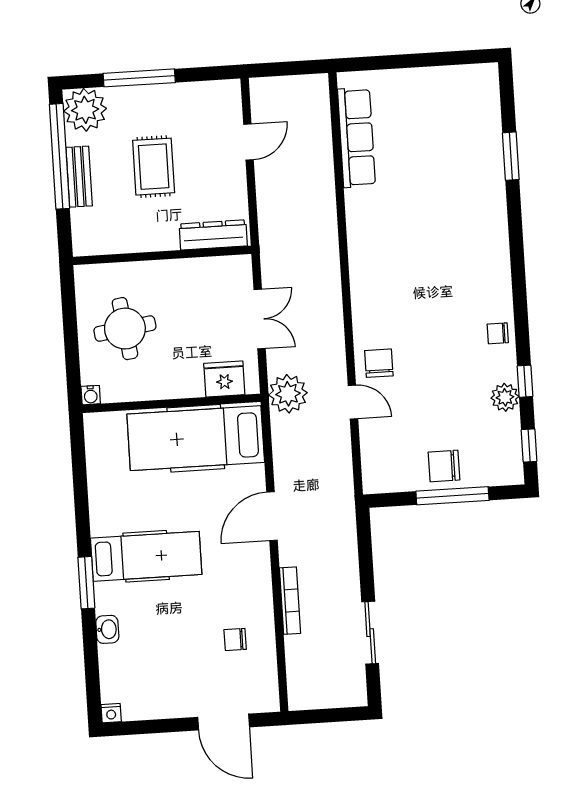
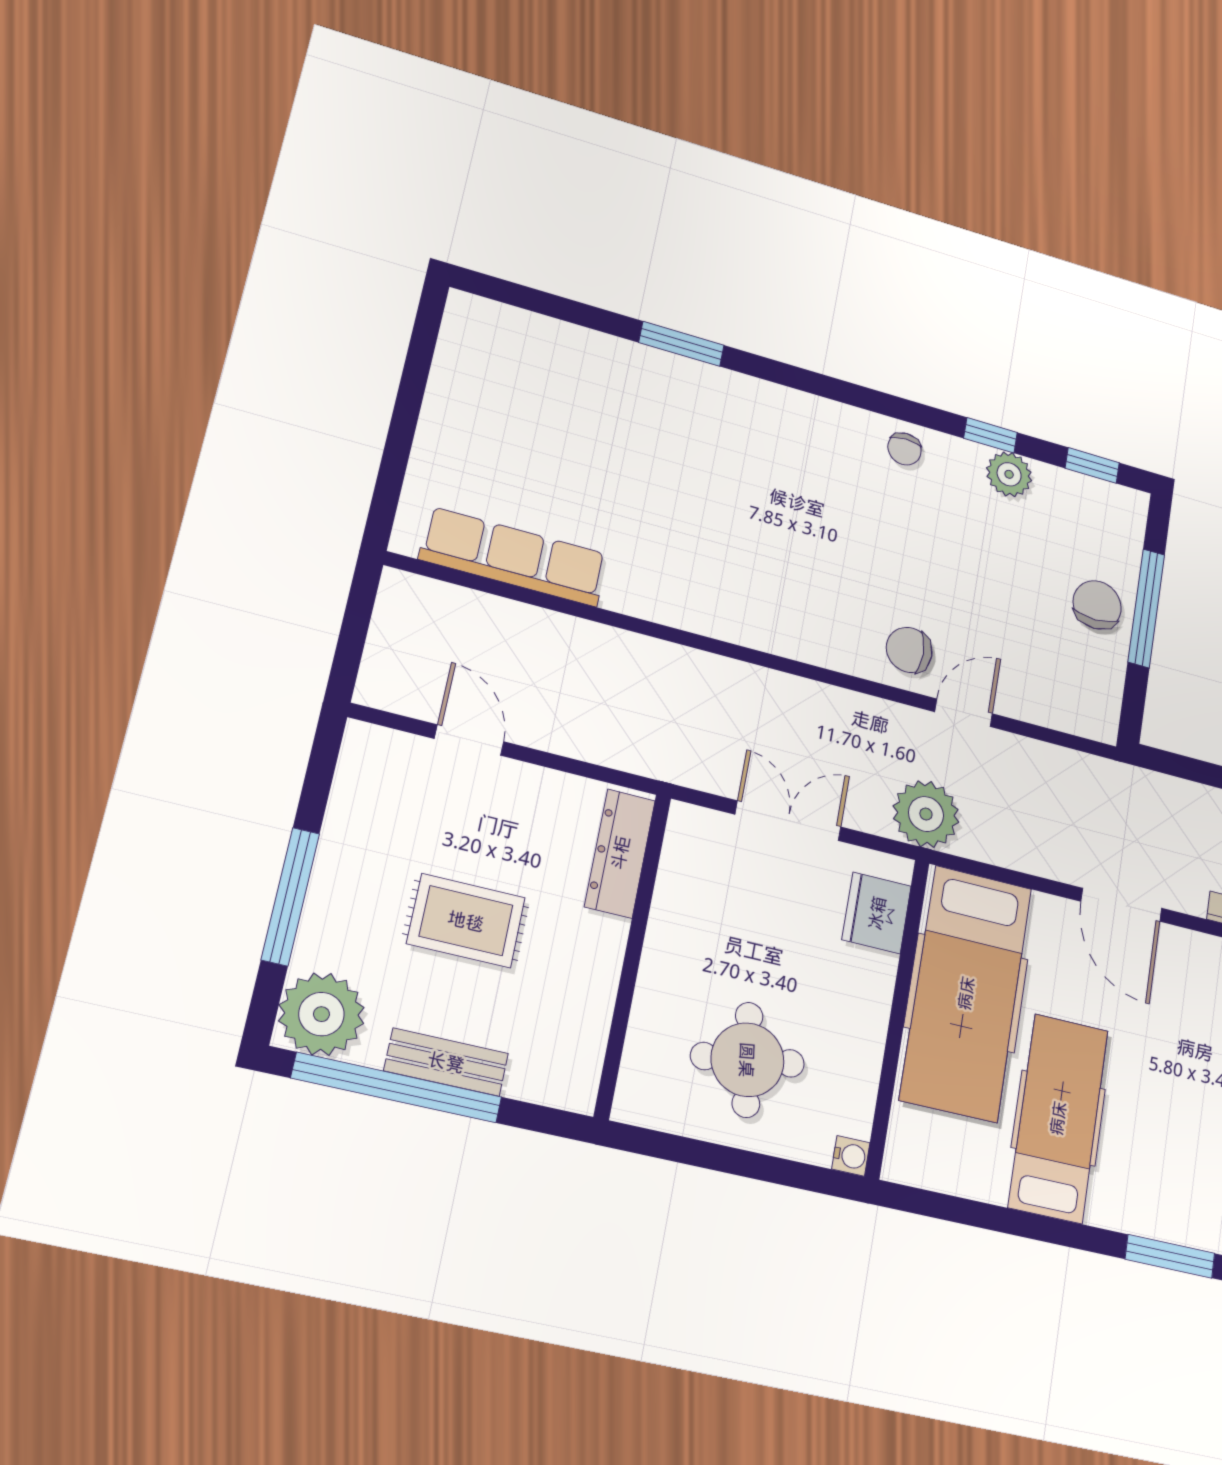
window: (511, 156) -> (681, 344), moved
chair: (444, 466) -> (1097, 605), turned 180
hospital bed: (146, 556) -> (1058, 1118), moved

